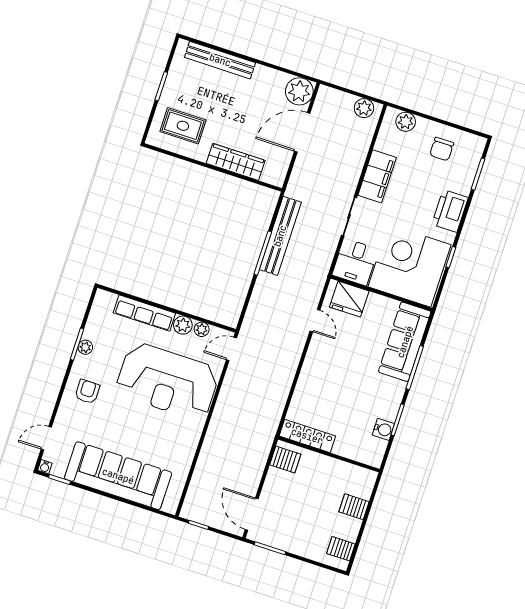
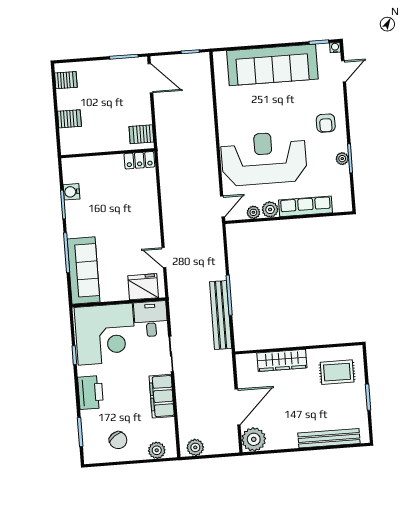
chair: (442, 149) -> (118, 440), turned 145
locker: (307, 436) -> (139, 160), width x0.66

